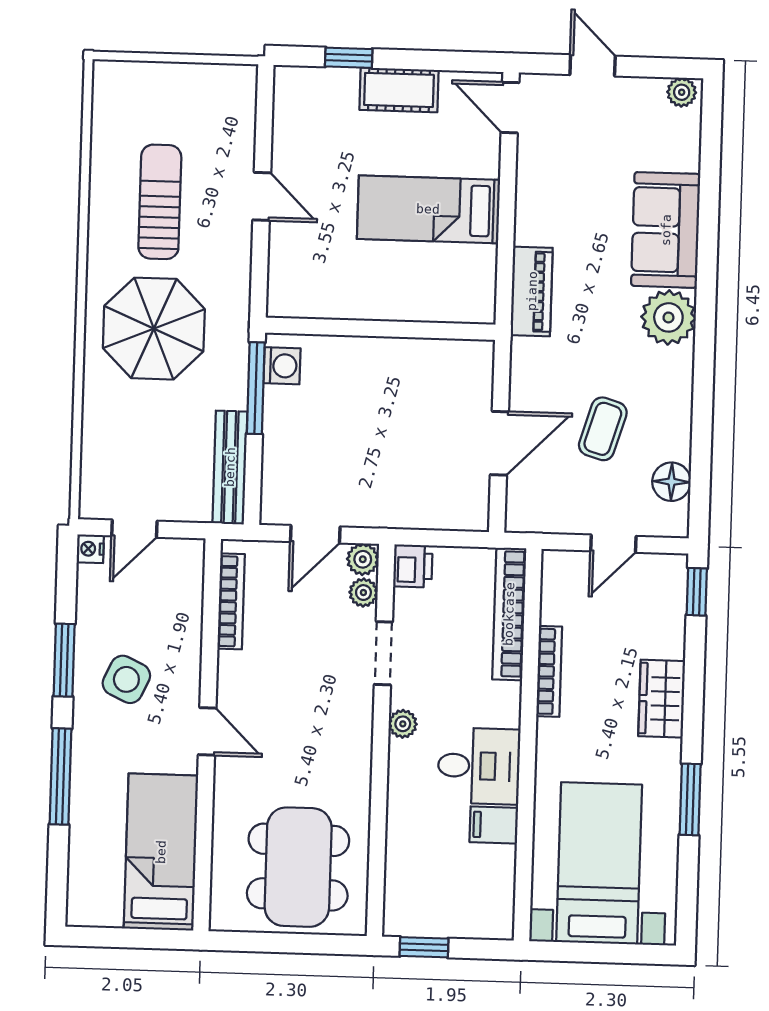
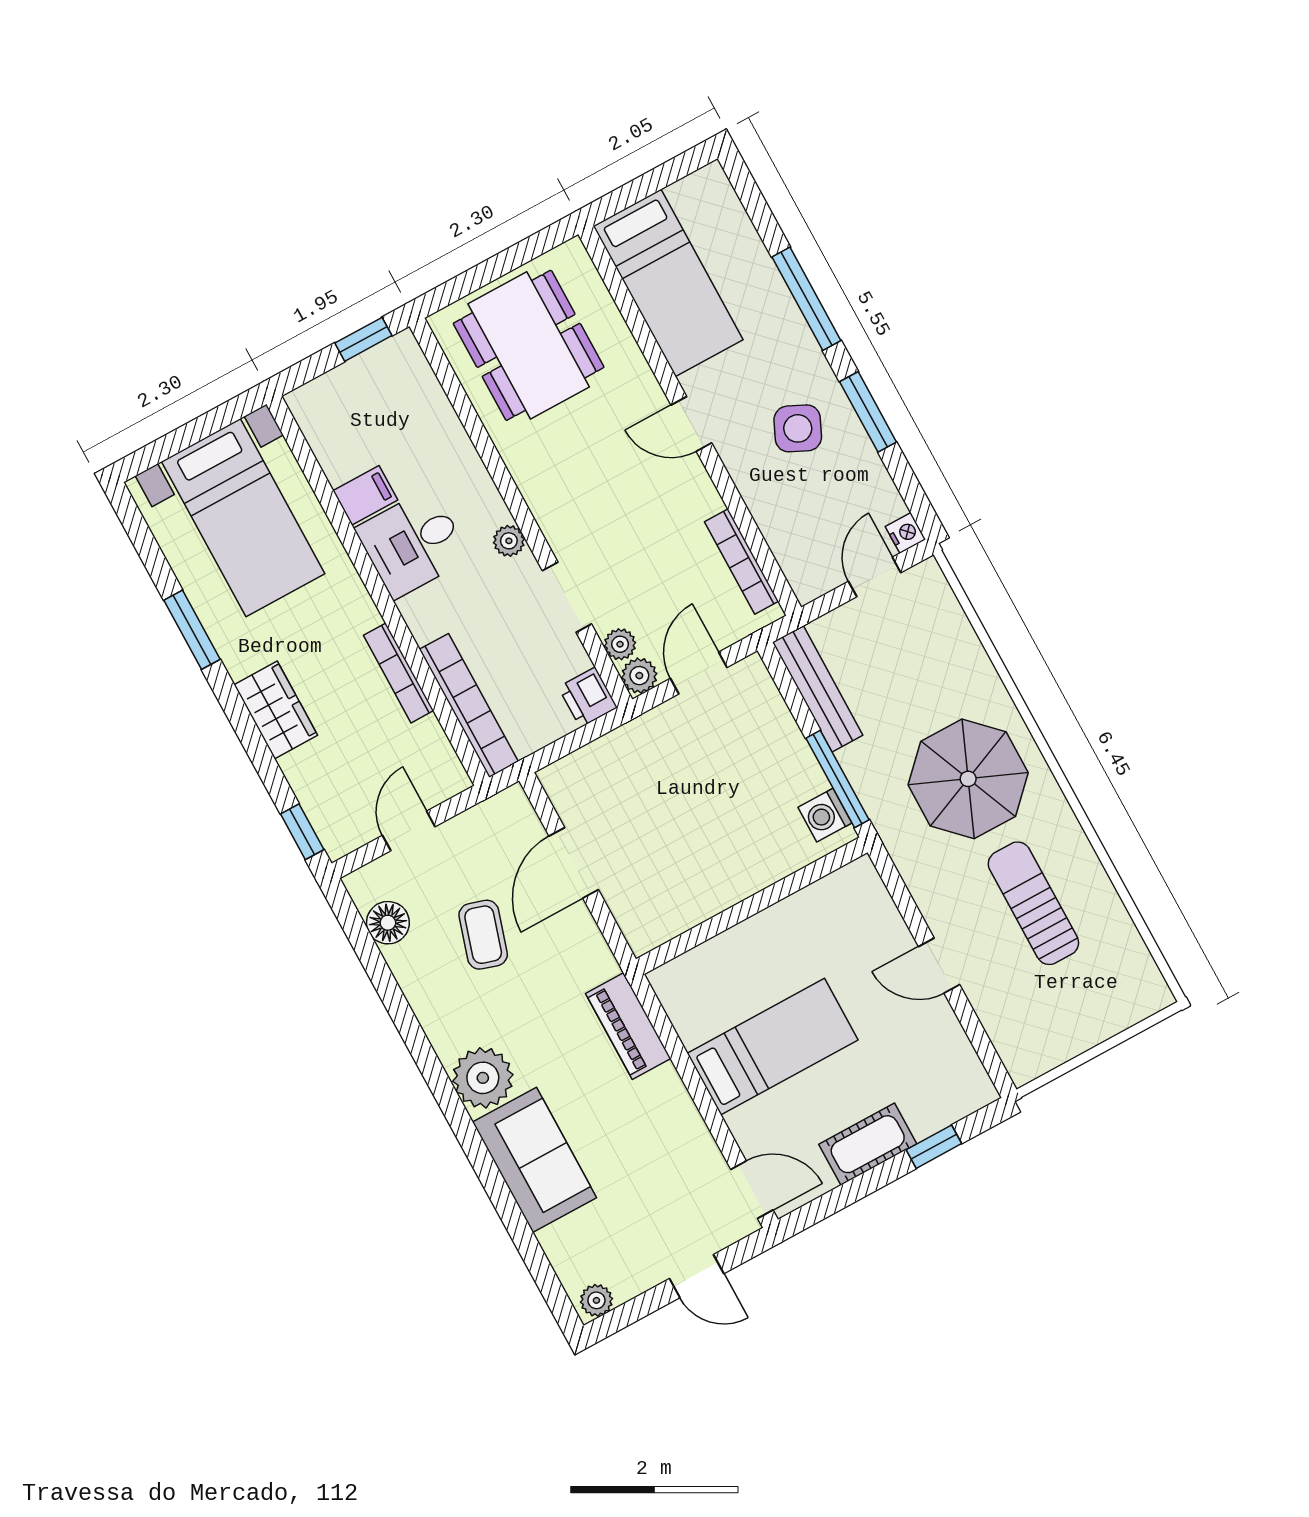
sun lounger: (160, 202) -> (1033, 903), turned 180

